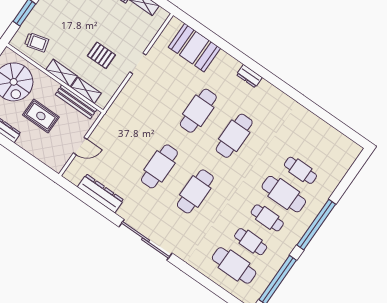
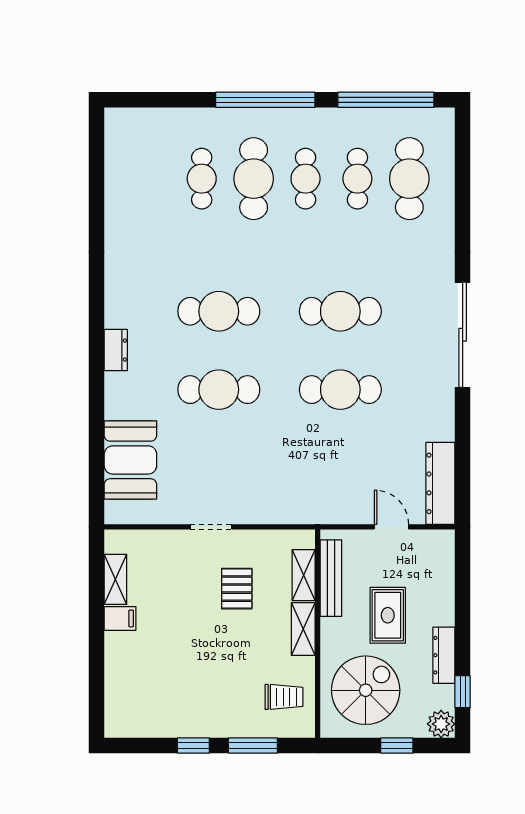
trolley: (37, 42) -> (284, 697), turned 105
dresser: (101, 193) -> (440, 483), moved

